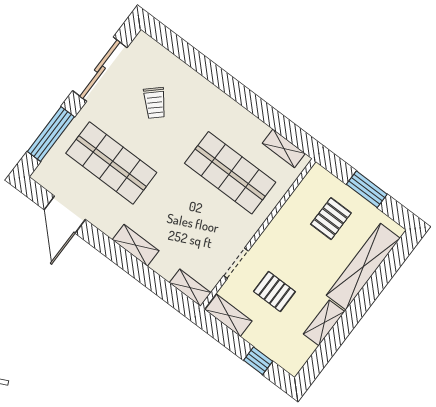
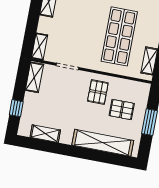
pallet: (274, 292) -> (98, 92), moved
shelving: (324, 323) -> (45, 134), moved

